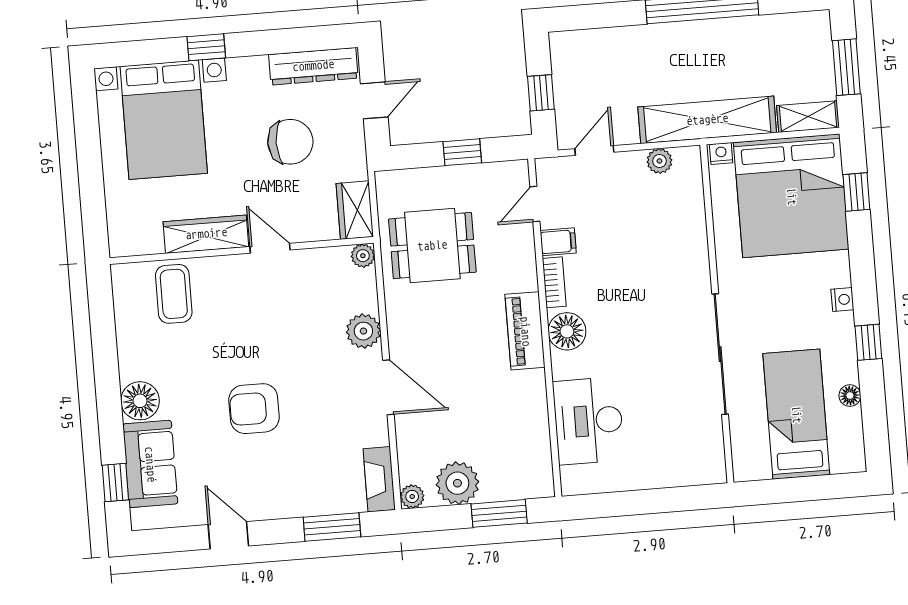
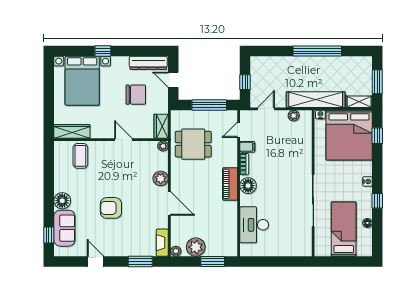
door: (374, 100) -> (173, 80), swing flipped
window: (462, 152) -> (209, 105), width x2.17
wardrobe: (206, 234) -> (72, 131), moved

